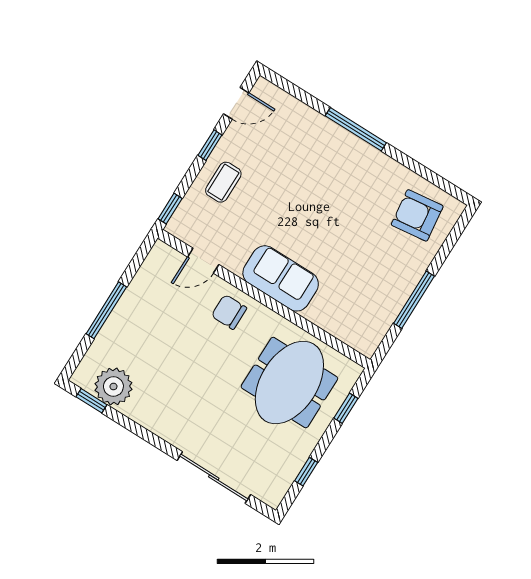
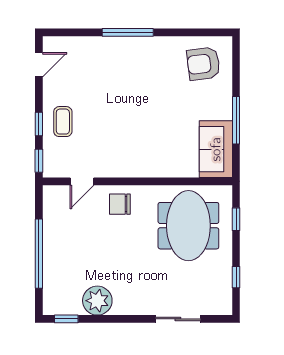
window: (210, 145) -> (39, 124), moved
sofa: (281, 278) -> (216, 149), moved, turned -90
window: (106, 310) -> (39, 254), width x1.46
plant: (113, 387) -> (97, 301), moved
sliding door: (214, 478) -> (178, 319), width x0.73

